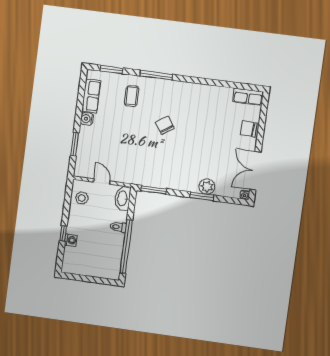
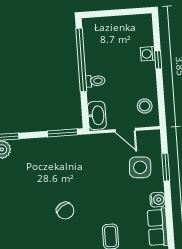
side table: (96, 148) -> (140, 167), added

